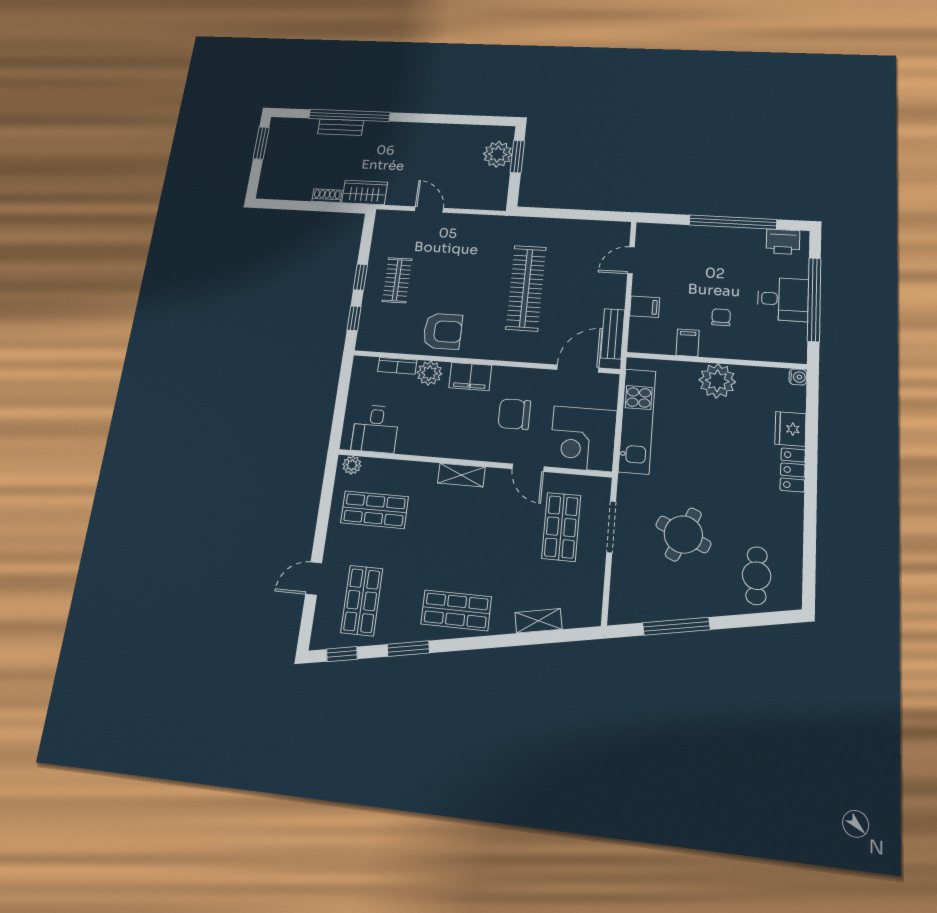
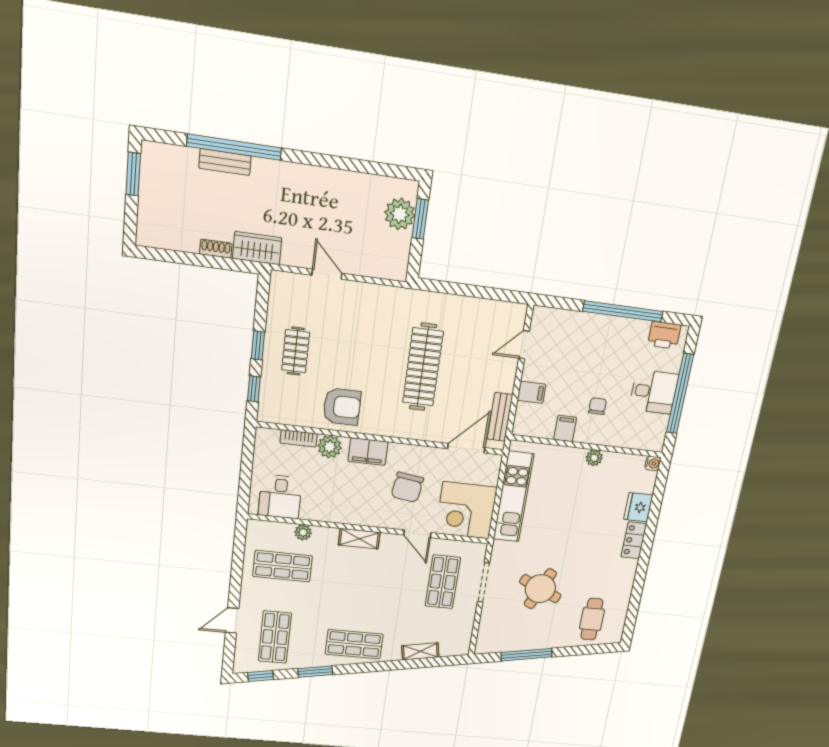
plant: (717, 381) -> (594, 458), width x0.53, depth x0.53
chair: (514, 414) -> (407, 487), turned -82
plant: (352, 465) -> (303, 532), moved

